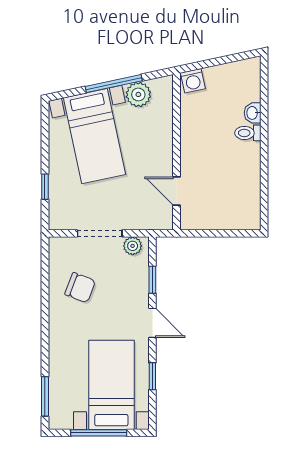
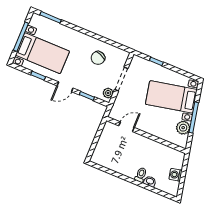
washing machine: (193, 81) -> (176, 175), moved

